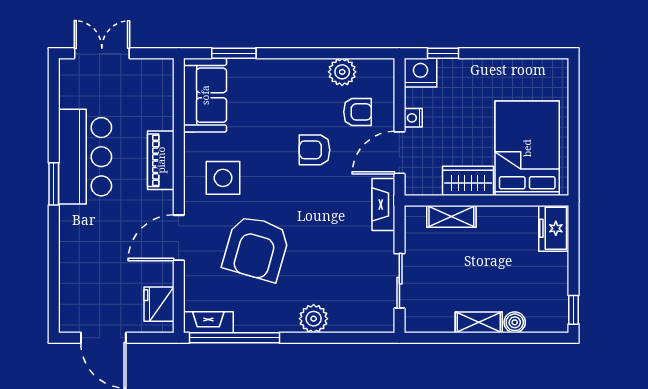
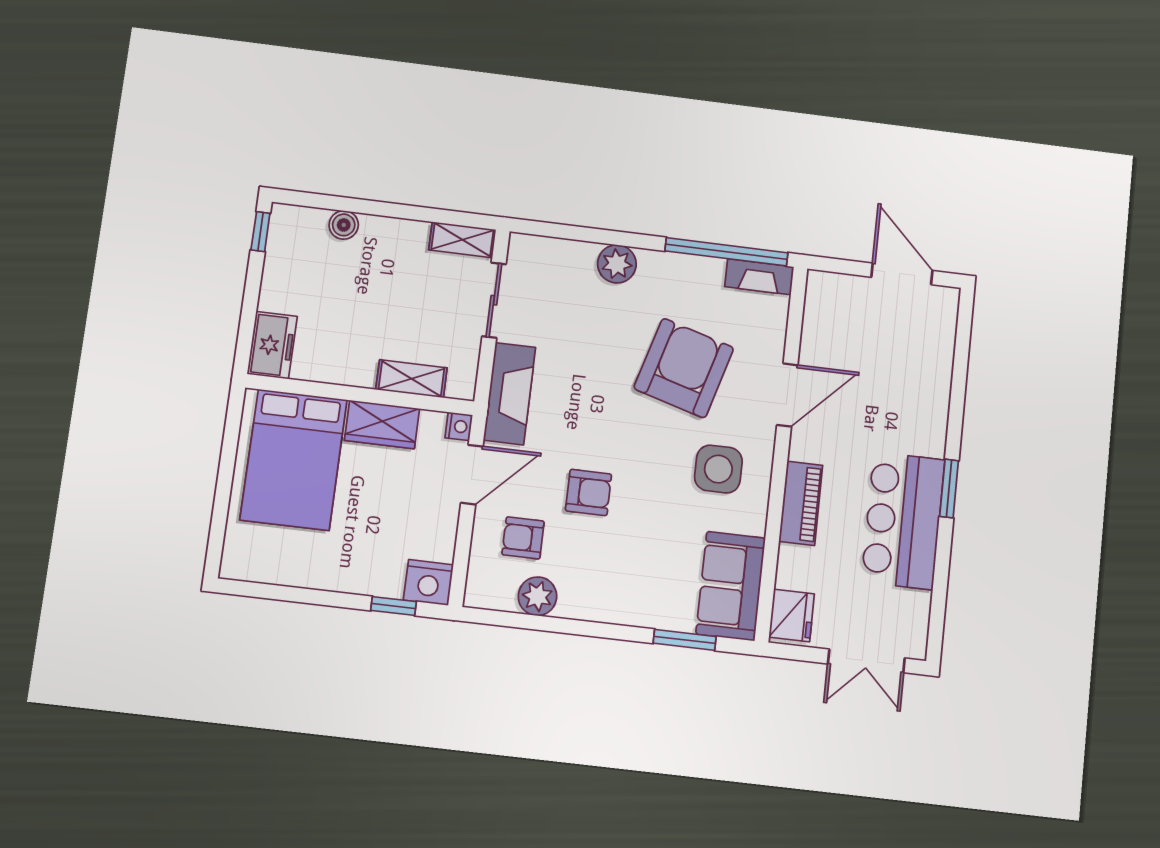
nightstand: (413, 118) -> (459, 426), moved
fireplace: (383, 204) -> (510, 394), width x1.37, depth x1.32
fridge: (159, 304) -> (792, 615), moved
shelving: (479, 322) -> (462, 240), moved

